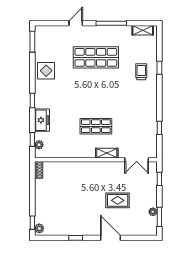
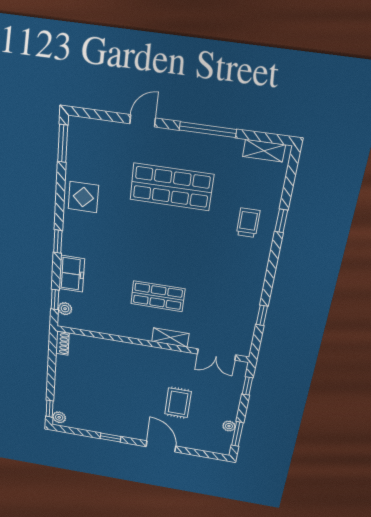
rug: (118, 200) -> (178, 403), turned 90

